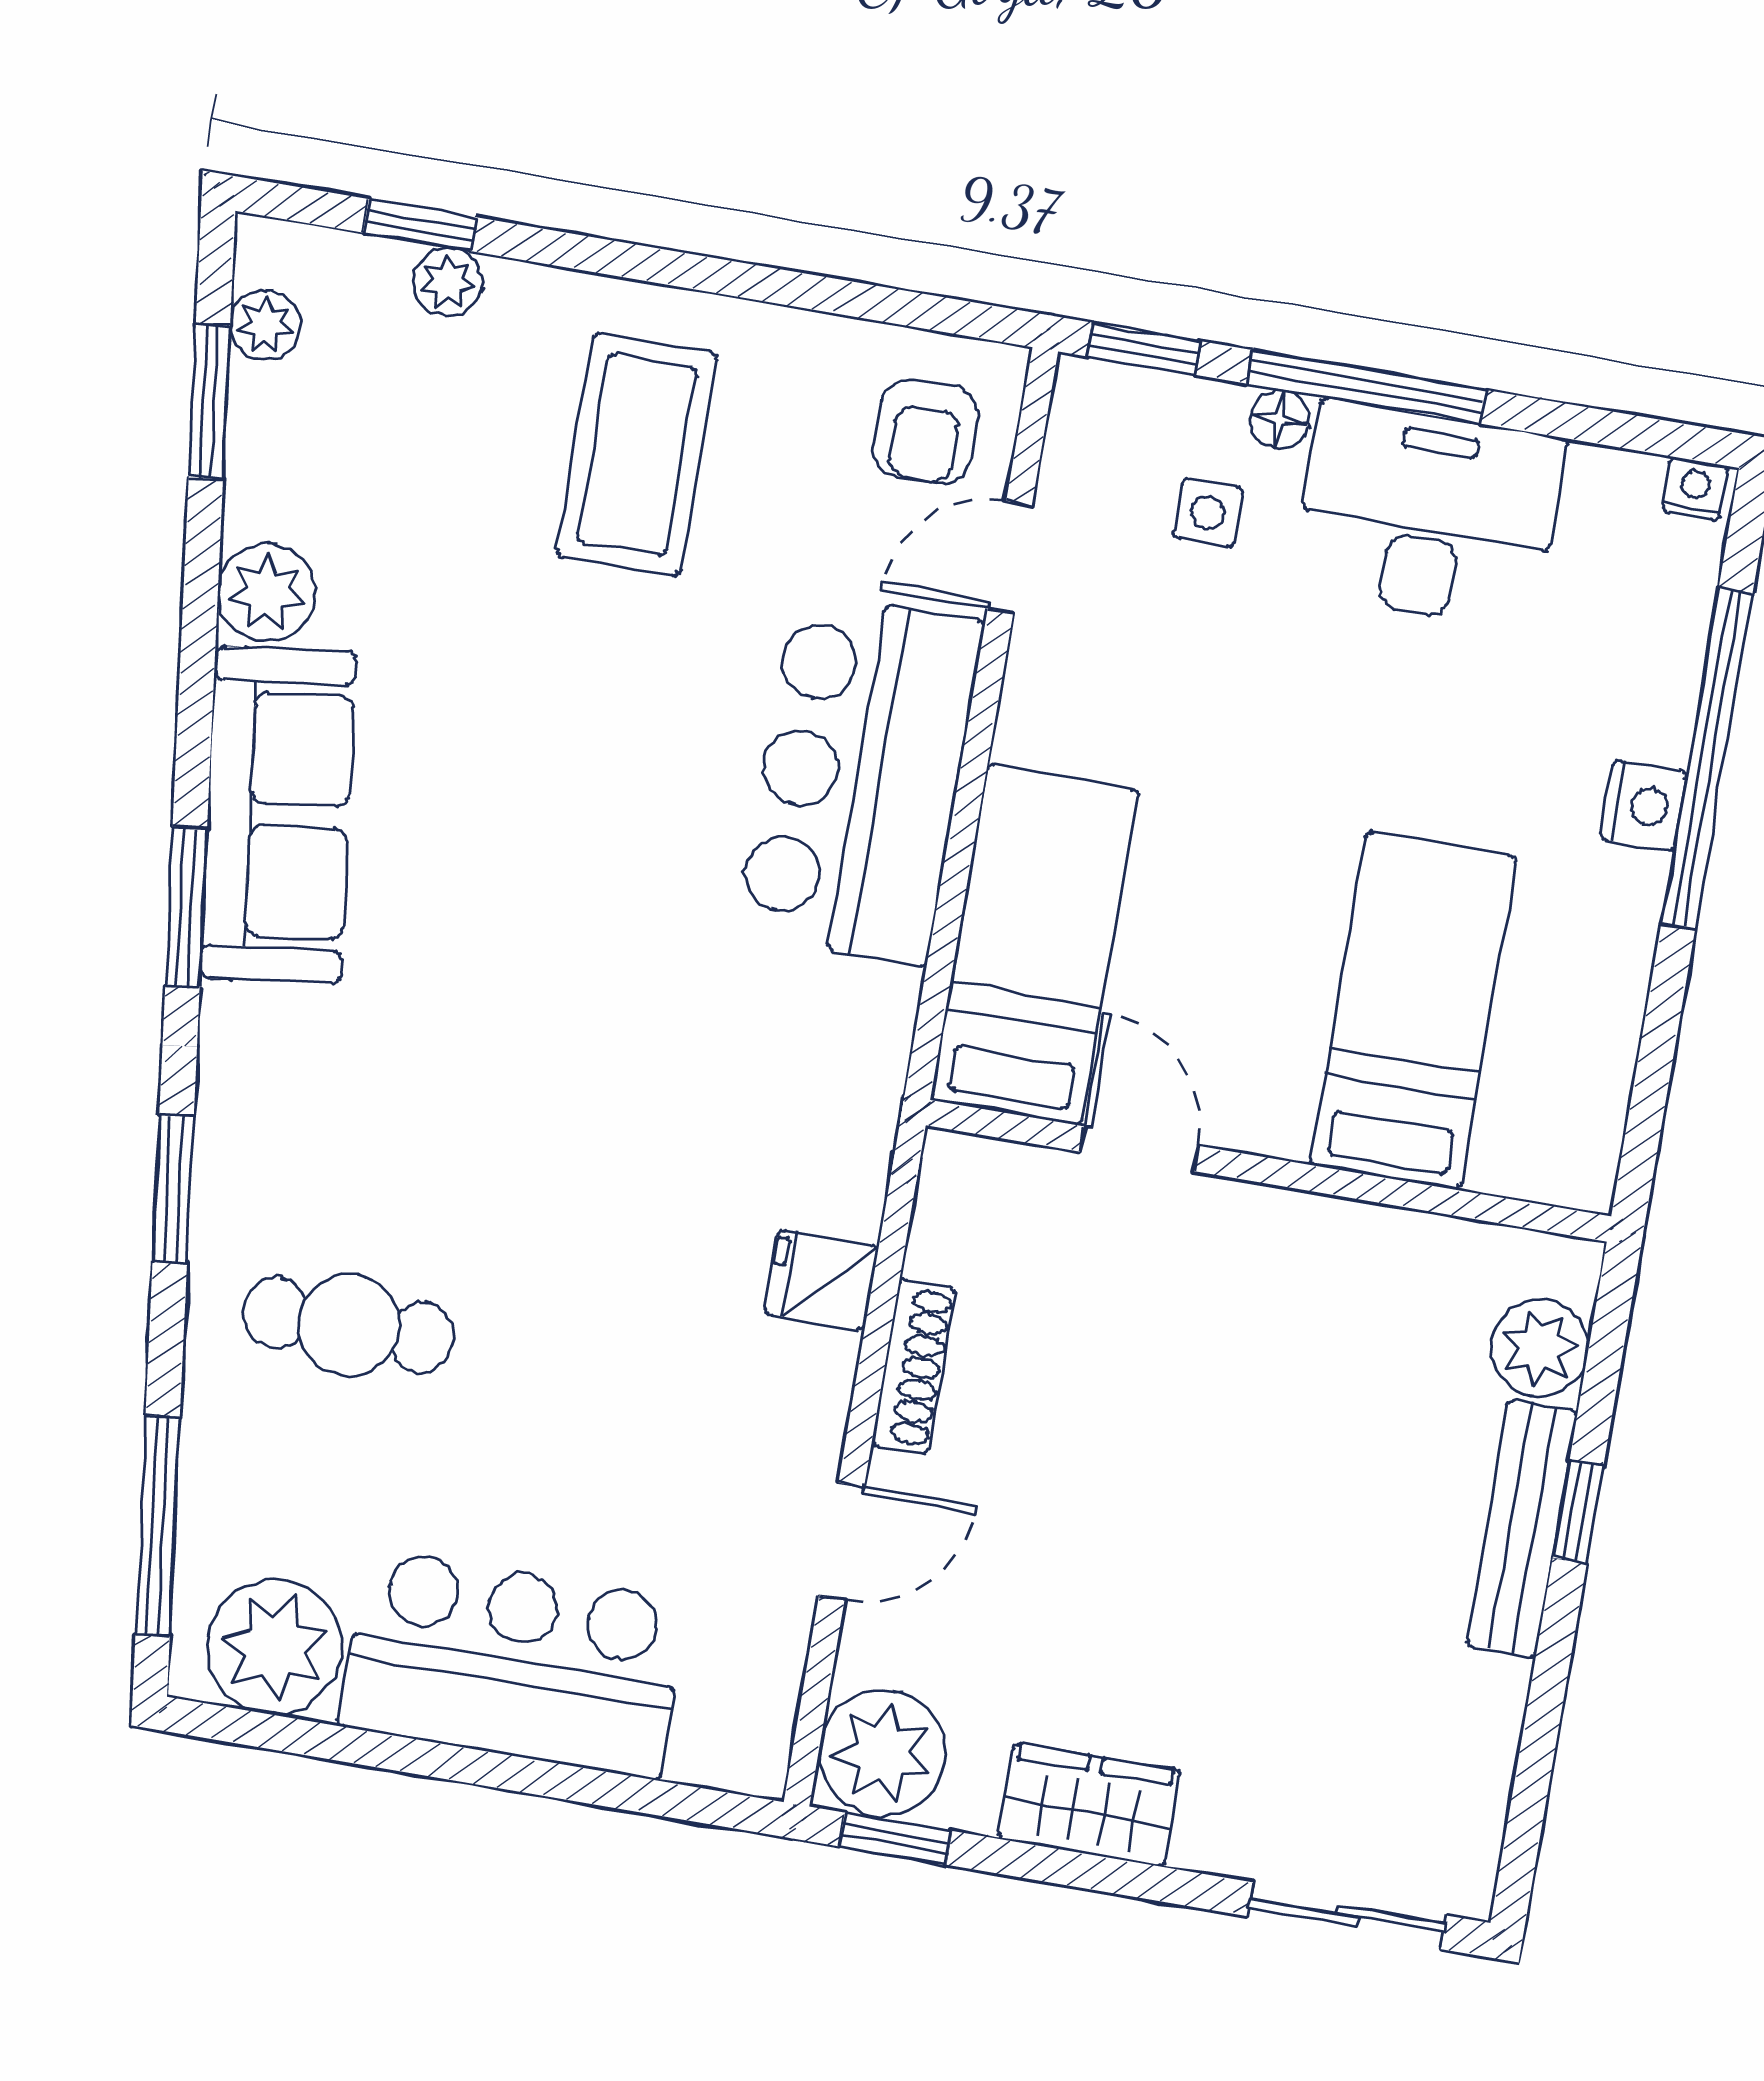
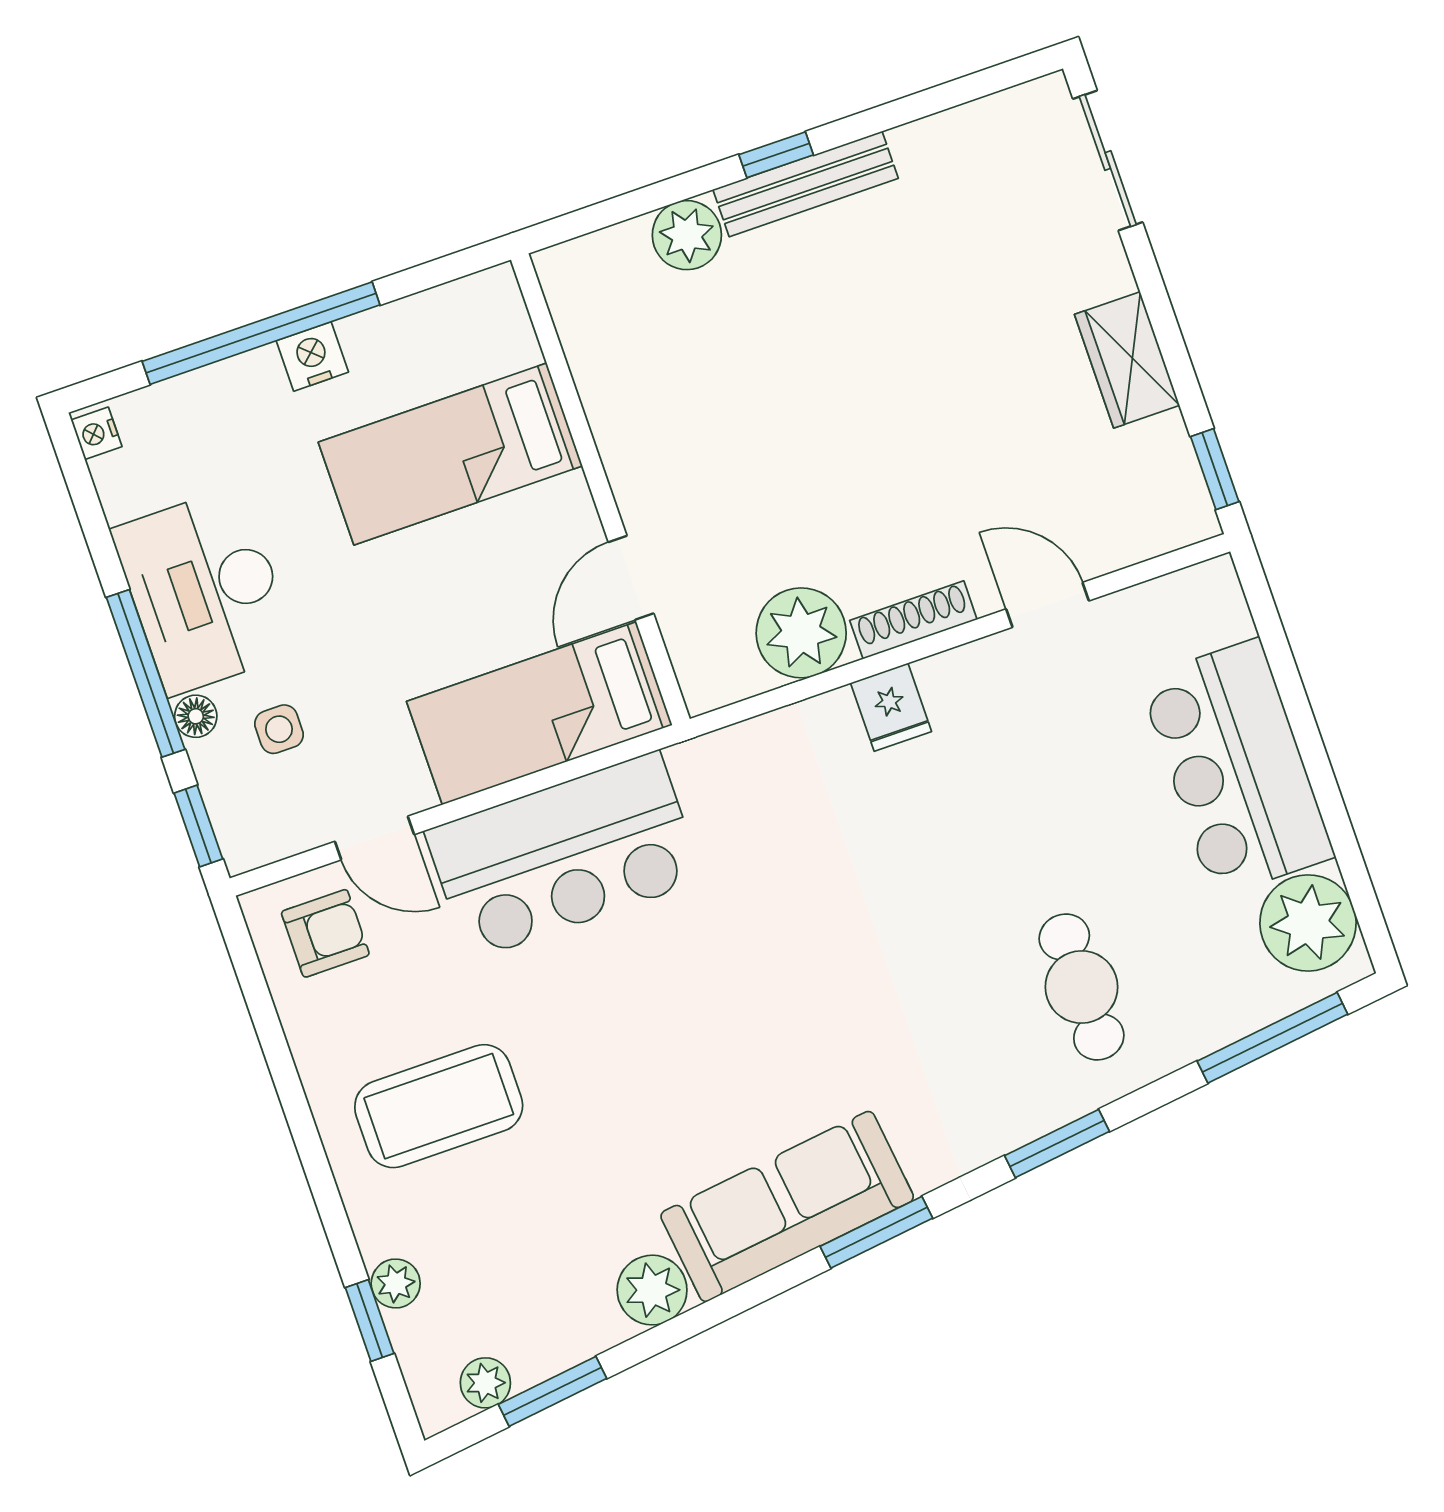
bed: (1034, 945) -> (539, 713), moved
bed: (1413, 1010) -> (450, 454), moved
door: (1139, 1149) -> (631, 578), moved
wall: (1268, 1171) -> (600, 489), moved
plant: (882, 1753) -> (801, 633), moved

